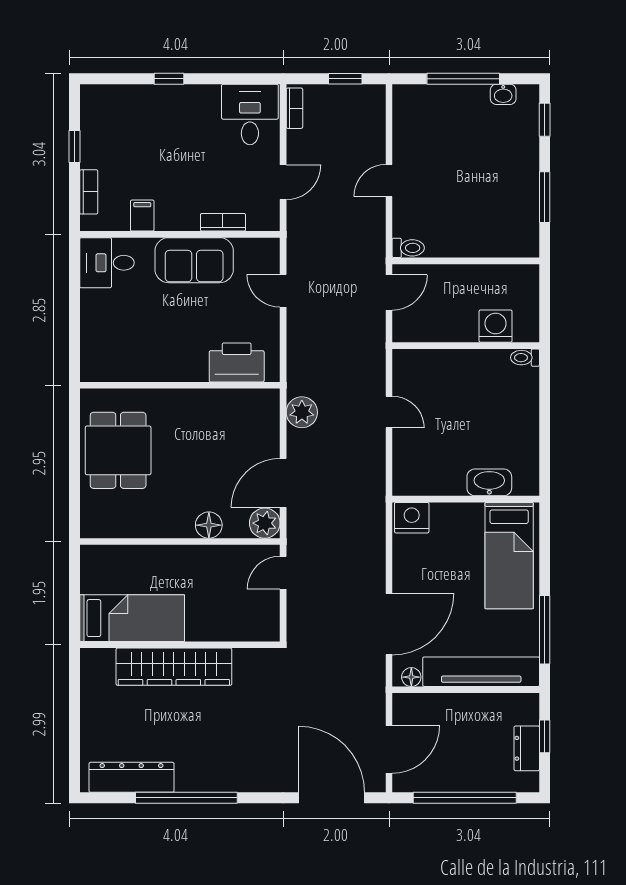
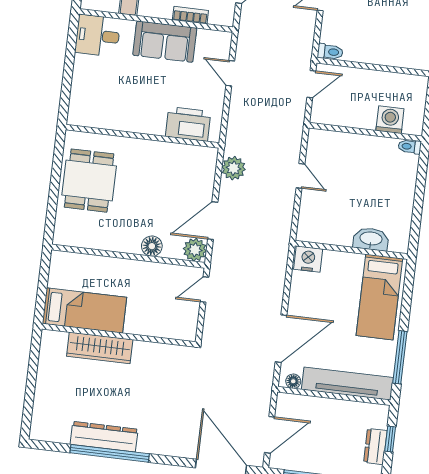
wardrobe: (174, 667) -> (100, 348), width x0.71, depth x0.85
dresser: (131, 777) -> (104, 437), moved

